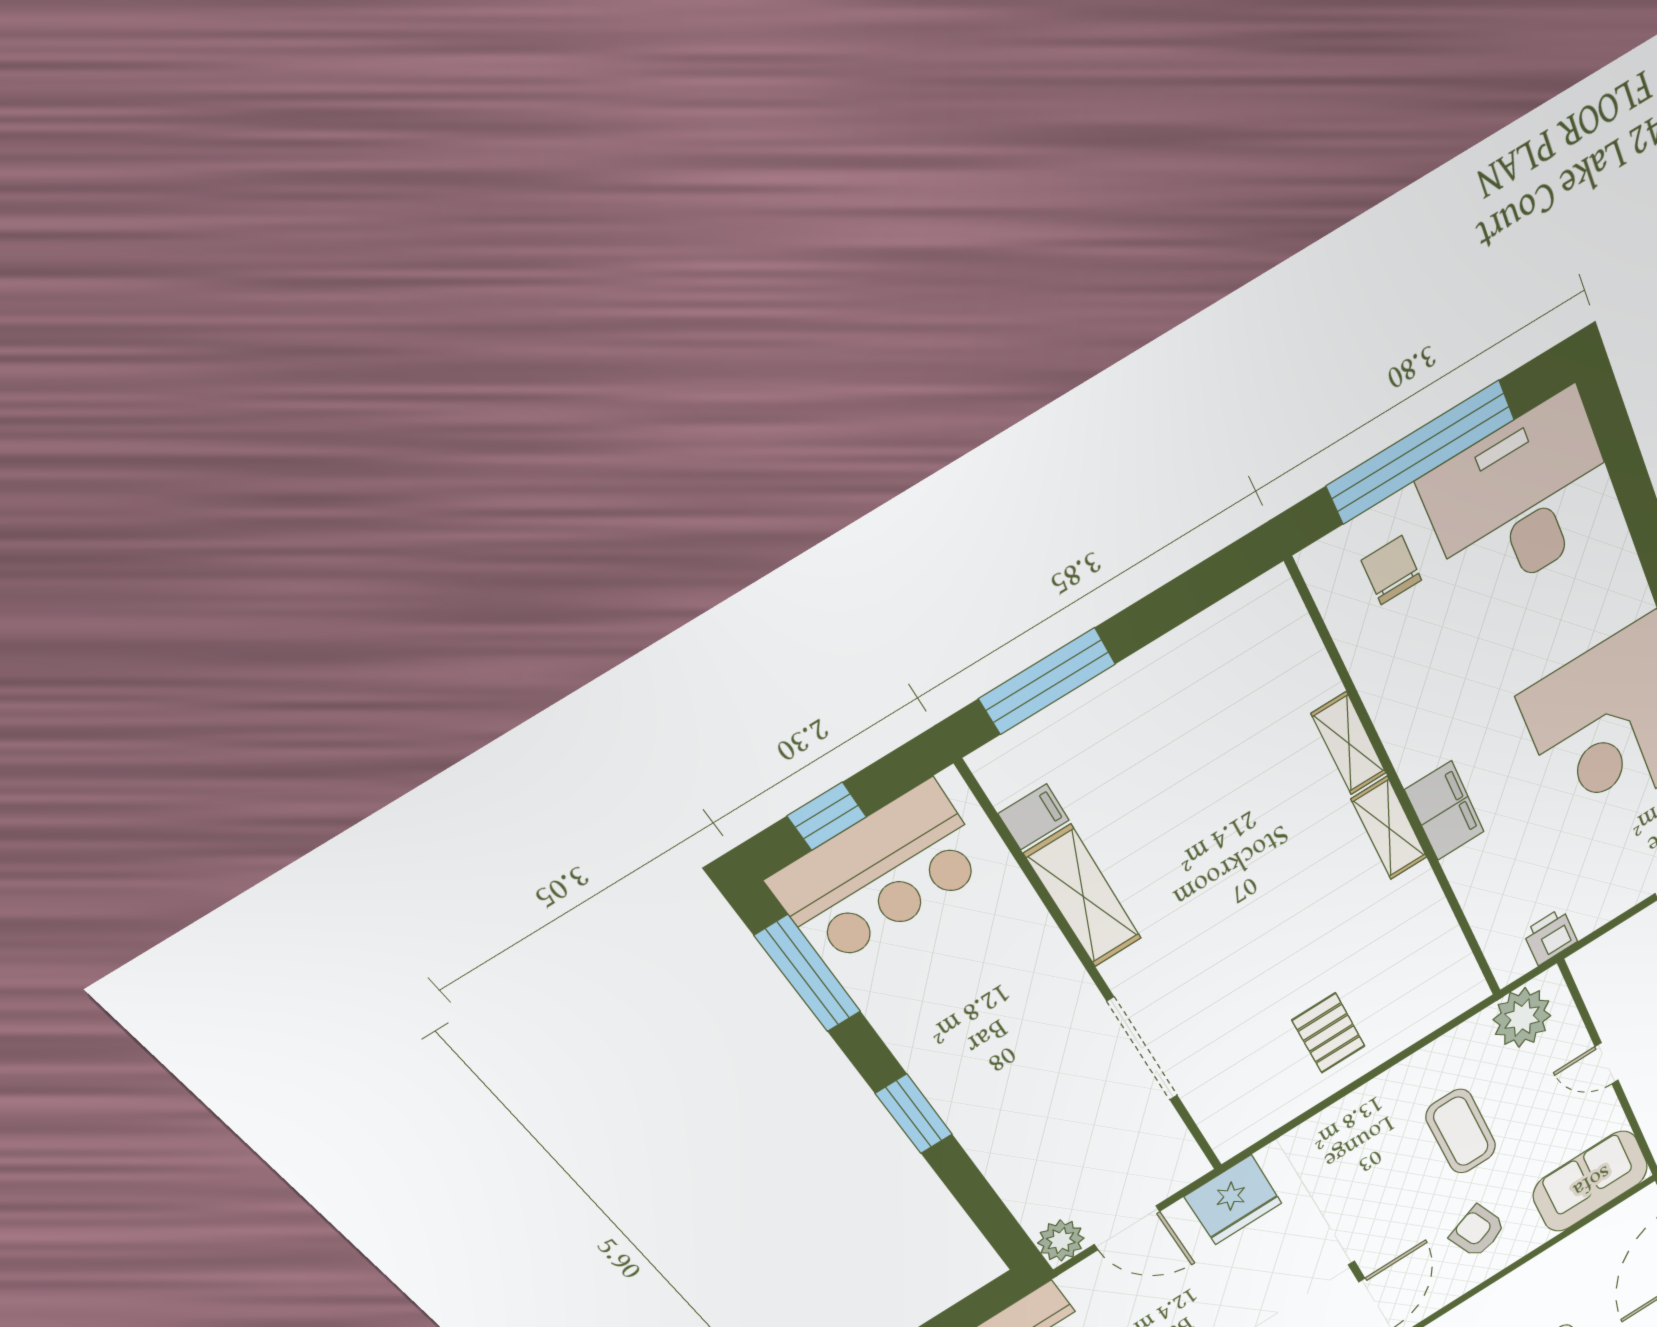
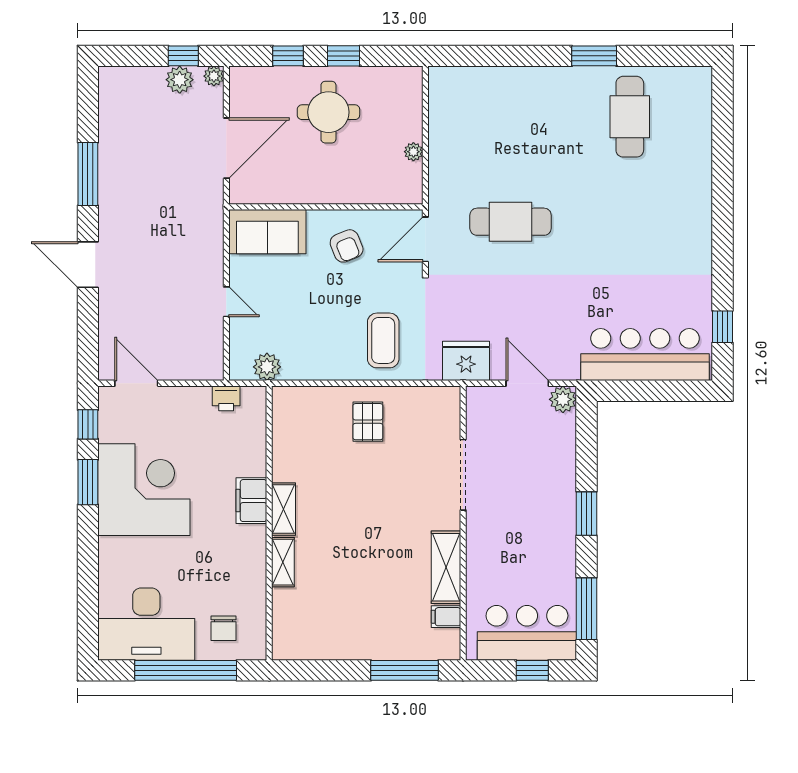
plant: (1522, 1018) -> (267, 367), width x0.73, depth x0.73
coffee table: (1461, 1131) -> (383, 340), moved

